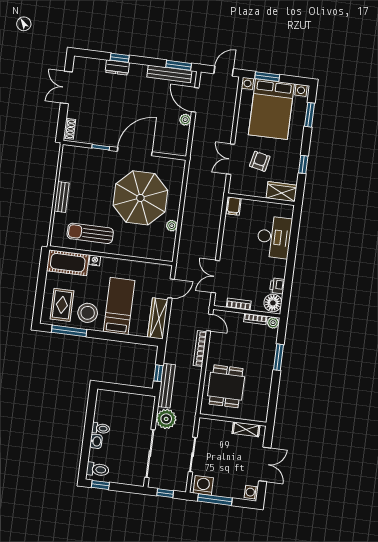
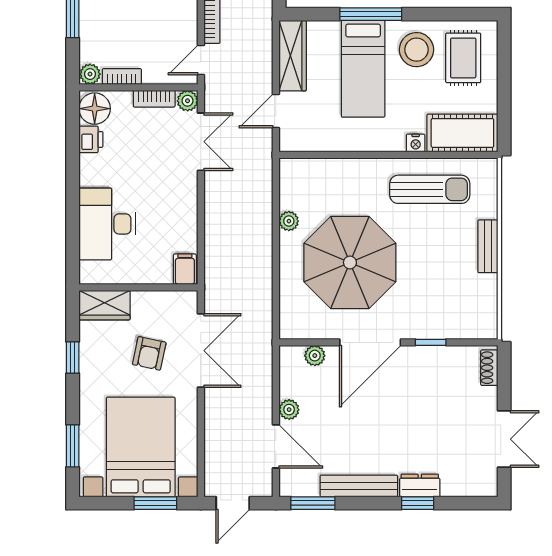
bench: (169, 74) -> (359, 486), moved
plant: (167, 148) -> (315, 356), added
double door: (231, 159) -> (201, 351), width x1.37
plant: (220, 301) -> (188, 101), added
door: (210, 323) -> (201, 60), hinge flipped
window: (69, 331) -> (371, 14), moved

